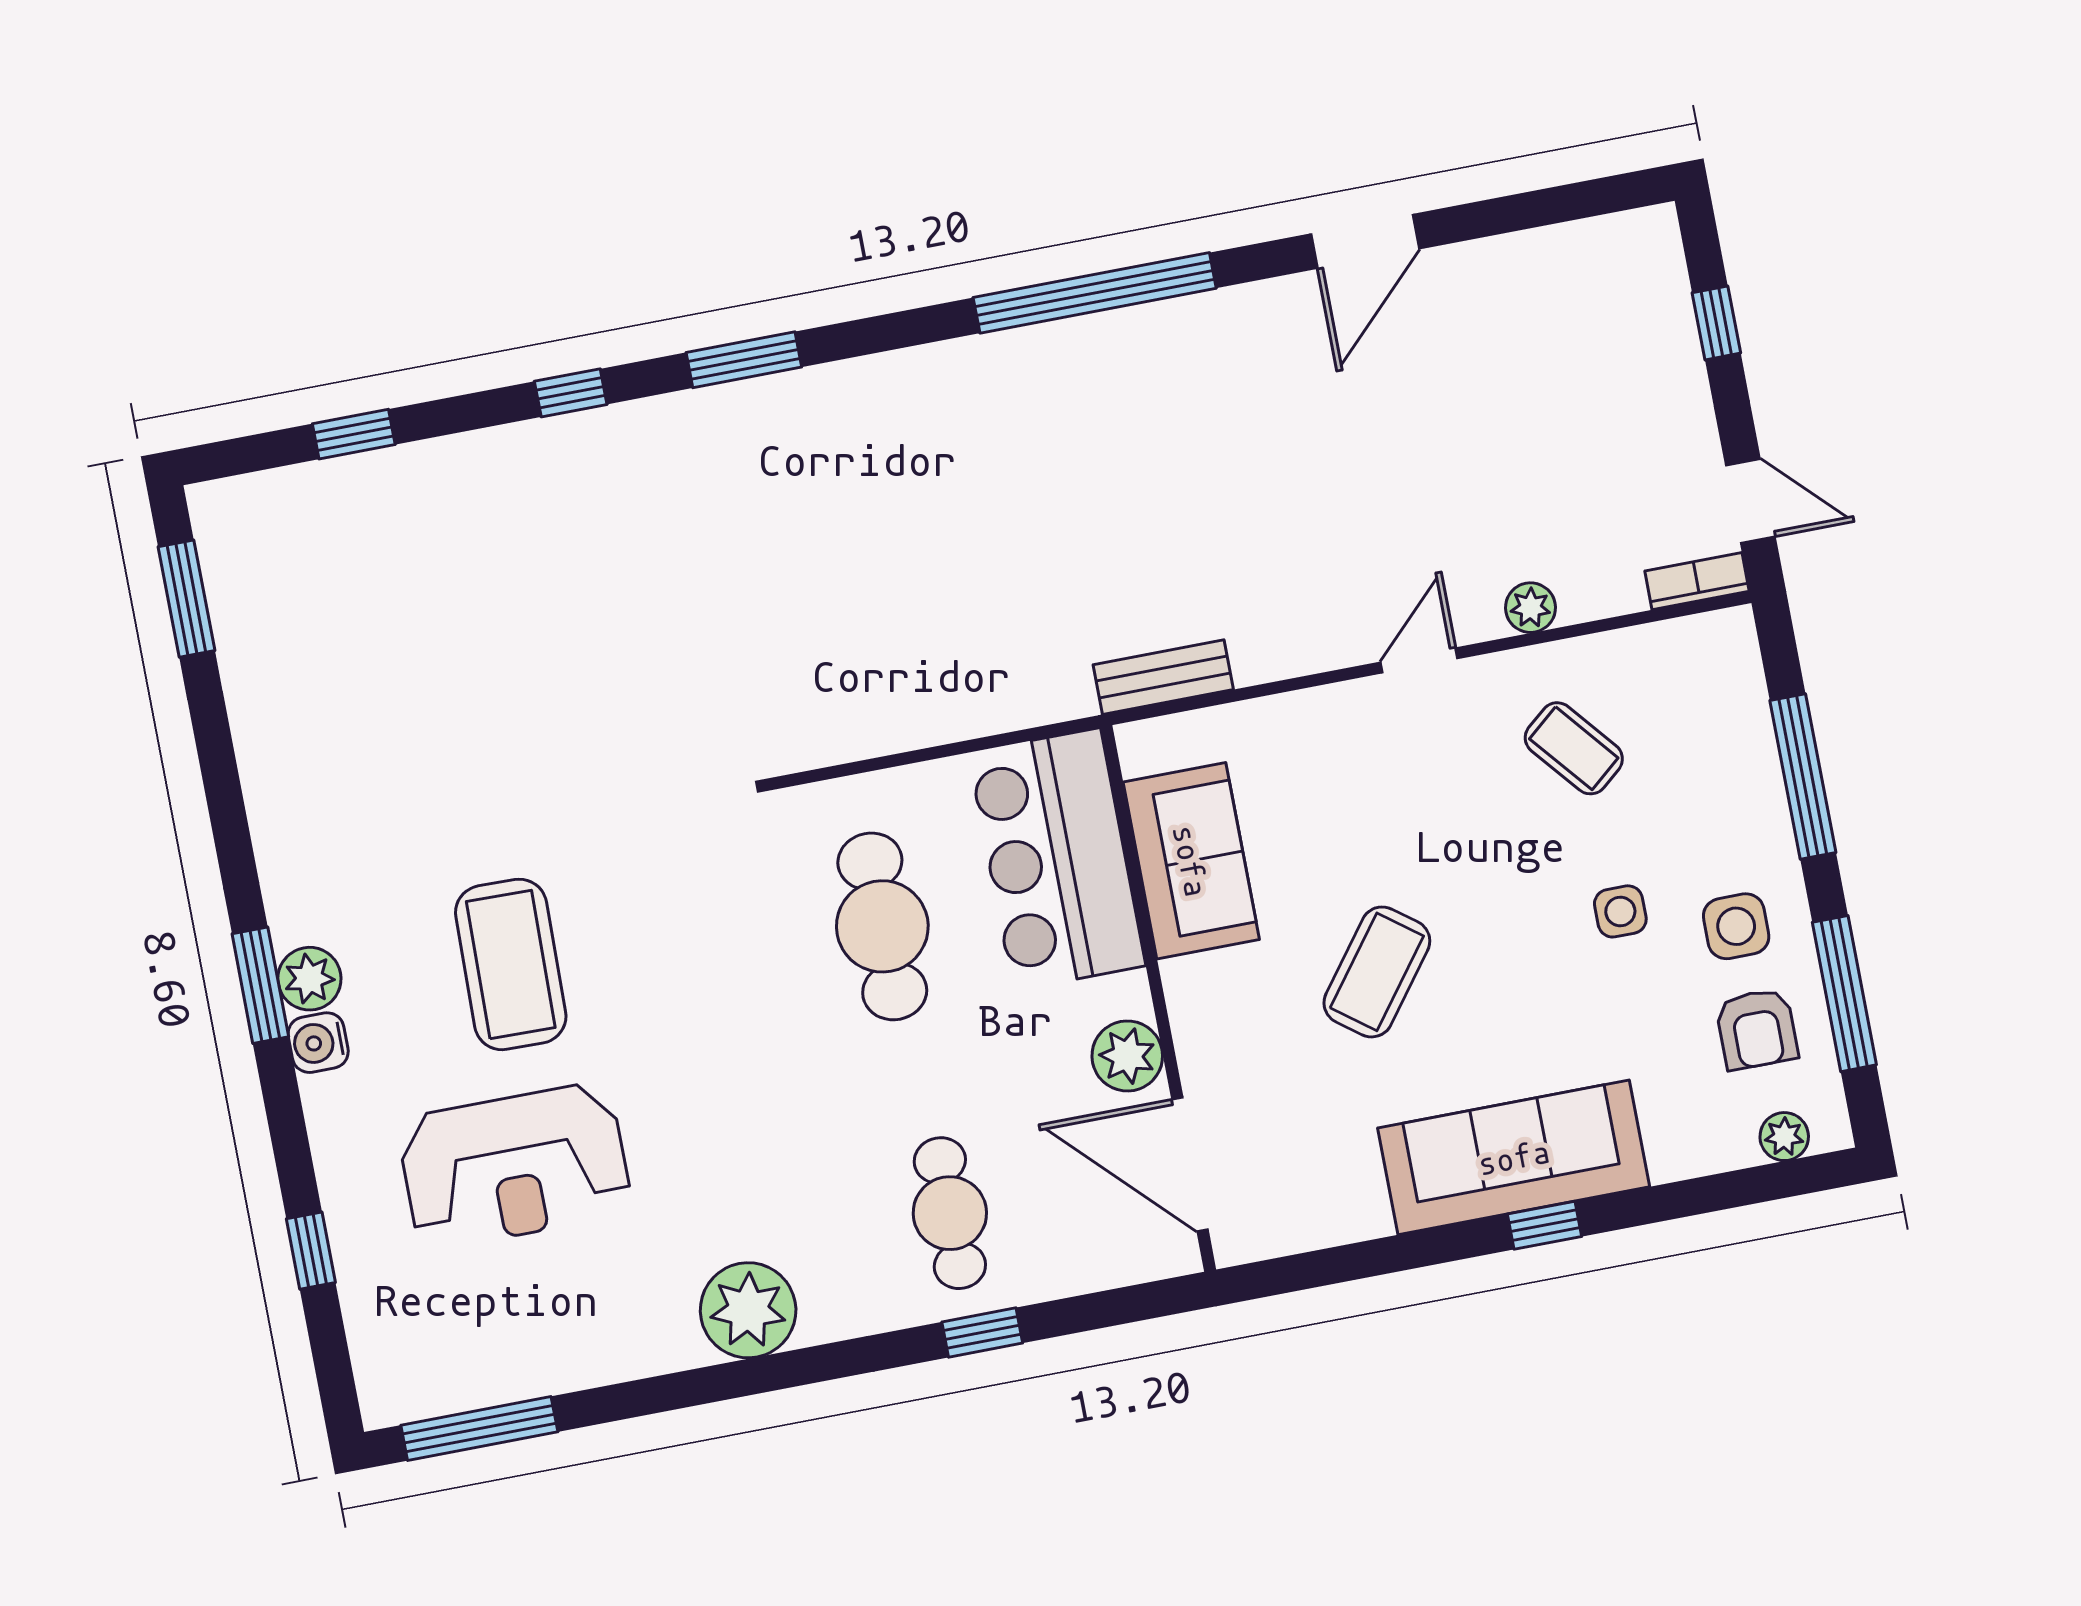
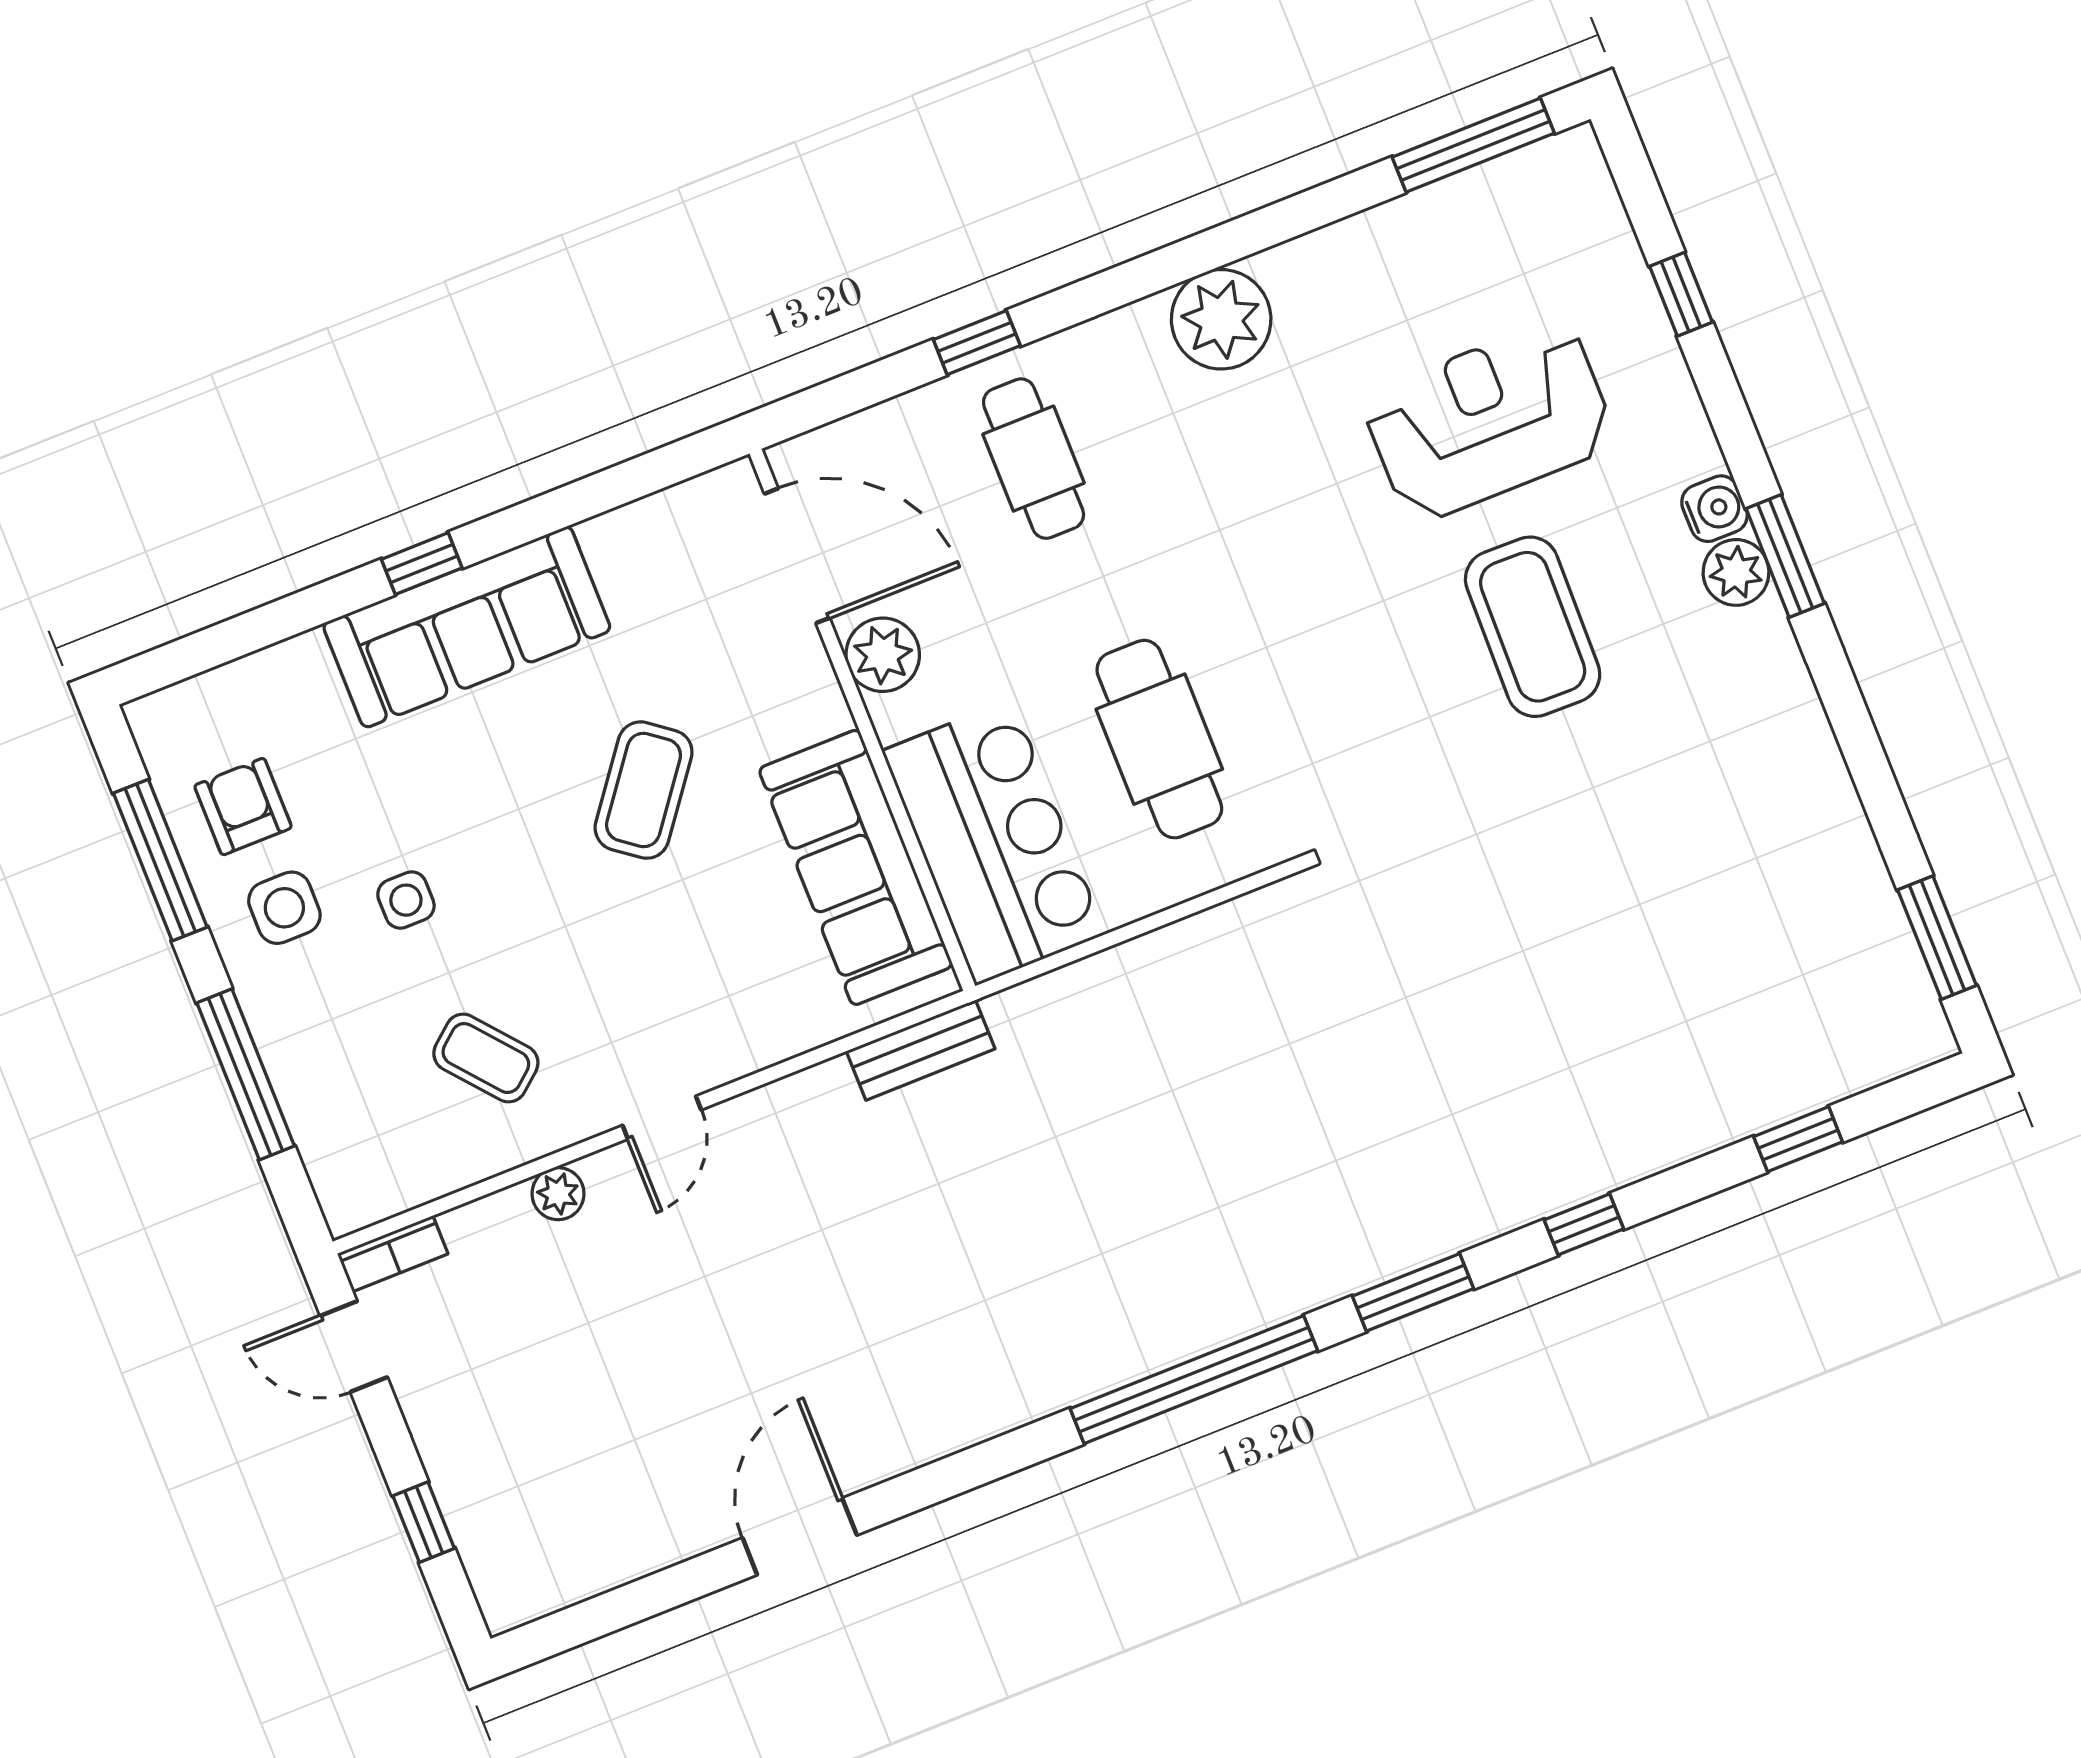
window: (1095, 293) -> (1194, 1380), moved
sofa: (1191, 861) -> (856, 867), width x1.36
plant: (1784, 1137) -> (194, 702), removed

